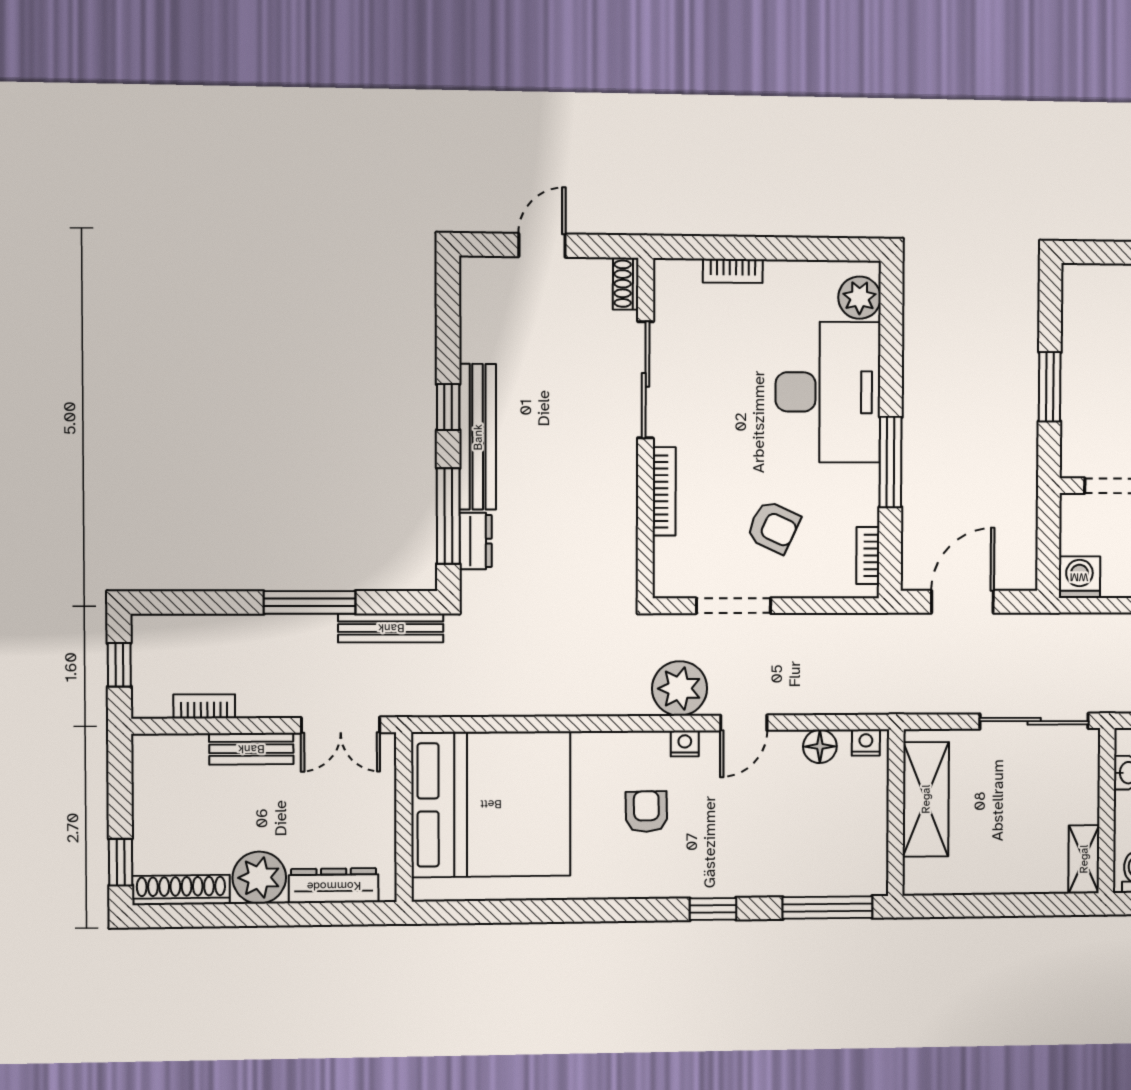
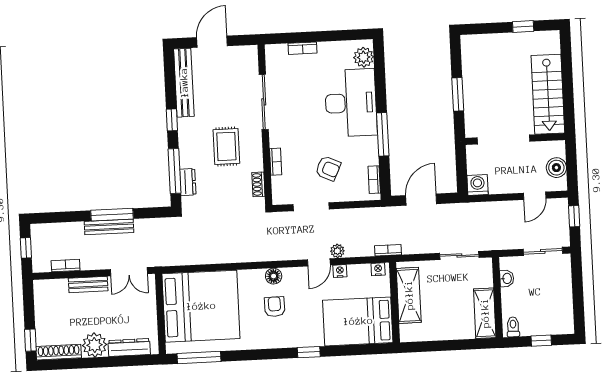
door: (542, 245) -> (212, 42), width x1.38
shoe rack: (626, 284) -> (258, 184), moved
bench: (478, 437) -> (184, 83), moved
rug: (561, 470) -> (226, 146), added
bookcase: (664, 491) -> (276, 162), width x0.64
bench: (391, 628) -> (109, 227), moved
plant: (680, 688) -> (337, 251), moved, width x0.53, depth x0.53
bookcase: (889, 704) -> (388, 250), added
sliding door: (1034, 721) -> (459, 255), width x0.73
nightstand: (685, 744) -> (340, 271), moved
floor lamp: (820, 746) -> (274, 276), moved
bed: (818, 849) -> (358, 321), added
shelving: (1084, 859) -> (485, 313), width x1.50, depth x1.33
window: (828, 908) -> (199, 357), moved

